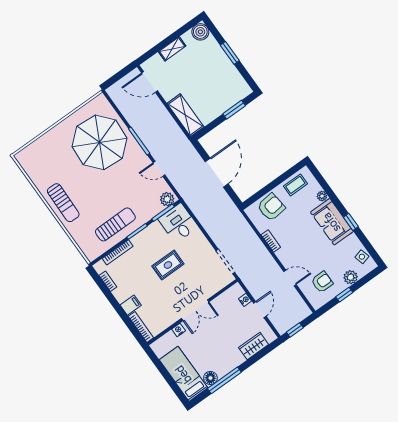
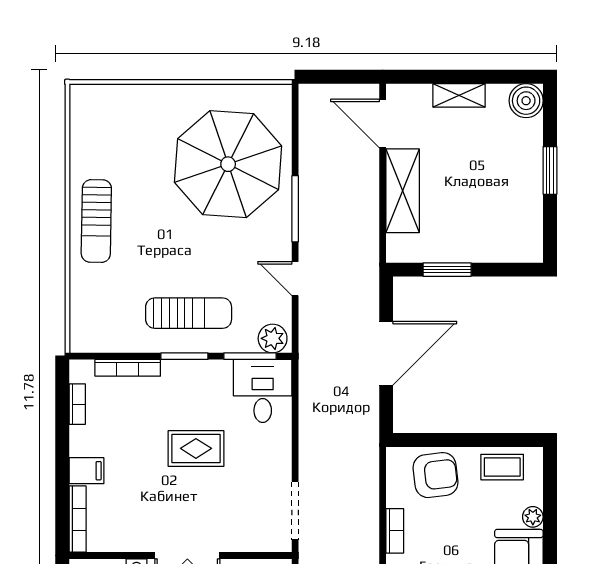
window: (234, 110) -> (447, 270), moved
shelving: (185, 115) -> (403, 191), moved
sun lounger: (115, 224) -> (189, 313), moved

